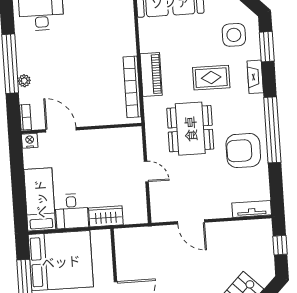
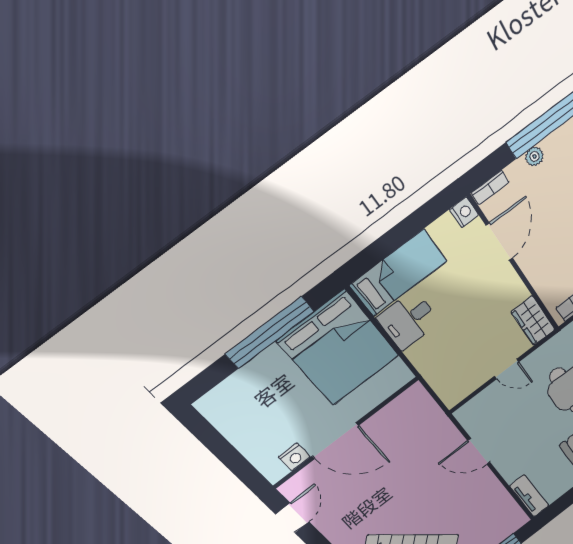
door: (146, 172) -> (507, 369), hinge flipped
wardrobe: (106, 216) -> (533, 321), moved, turned 180
door: (191, 222) -> (479, 451), hinge flipped

